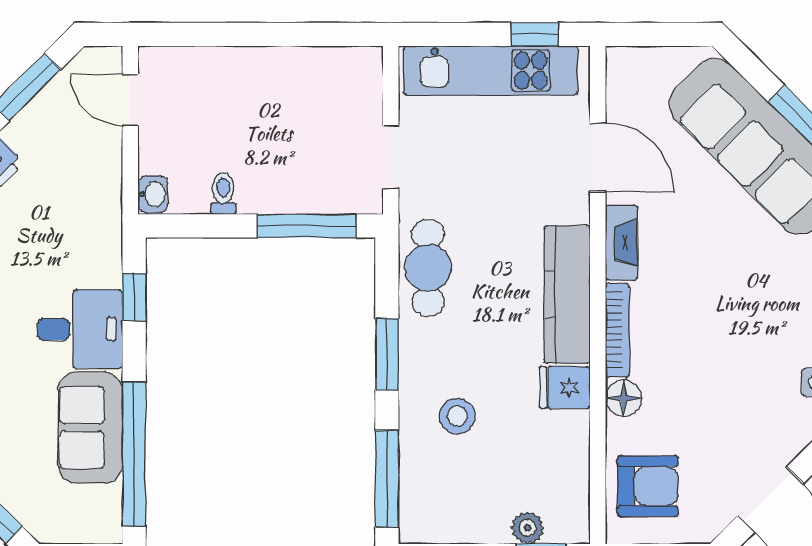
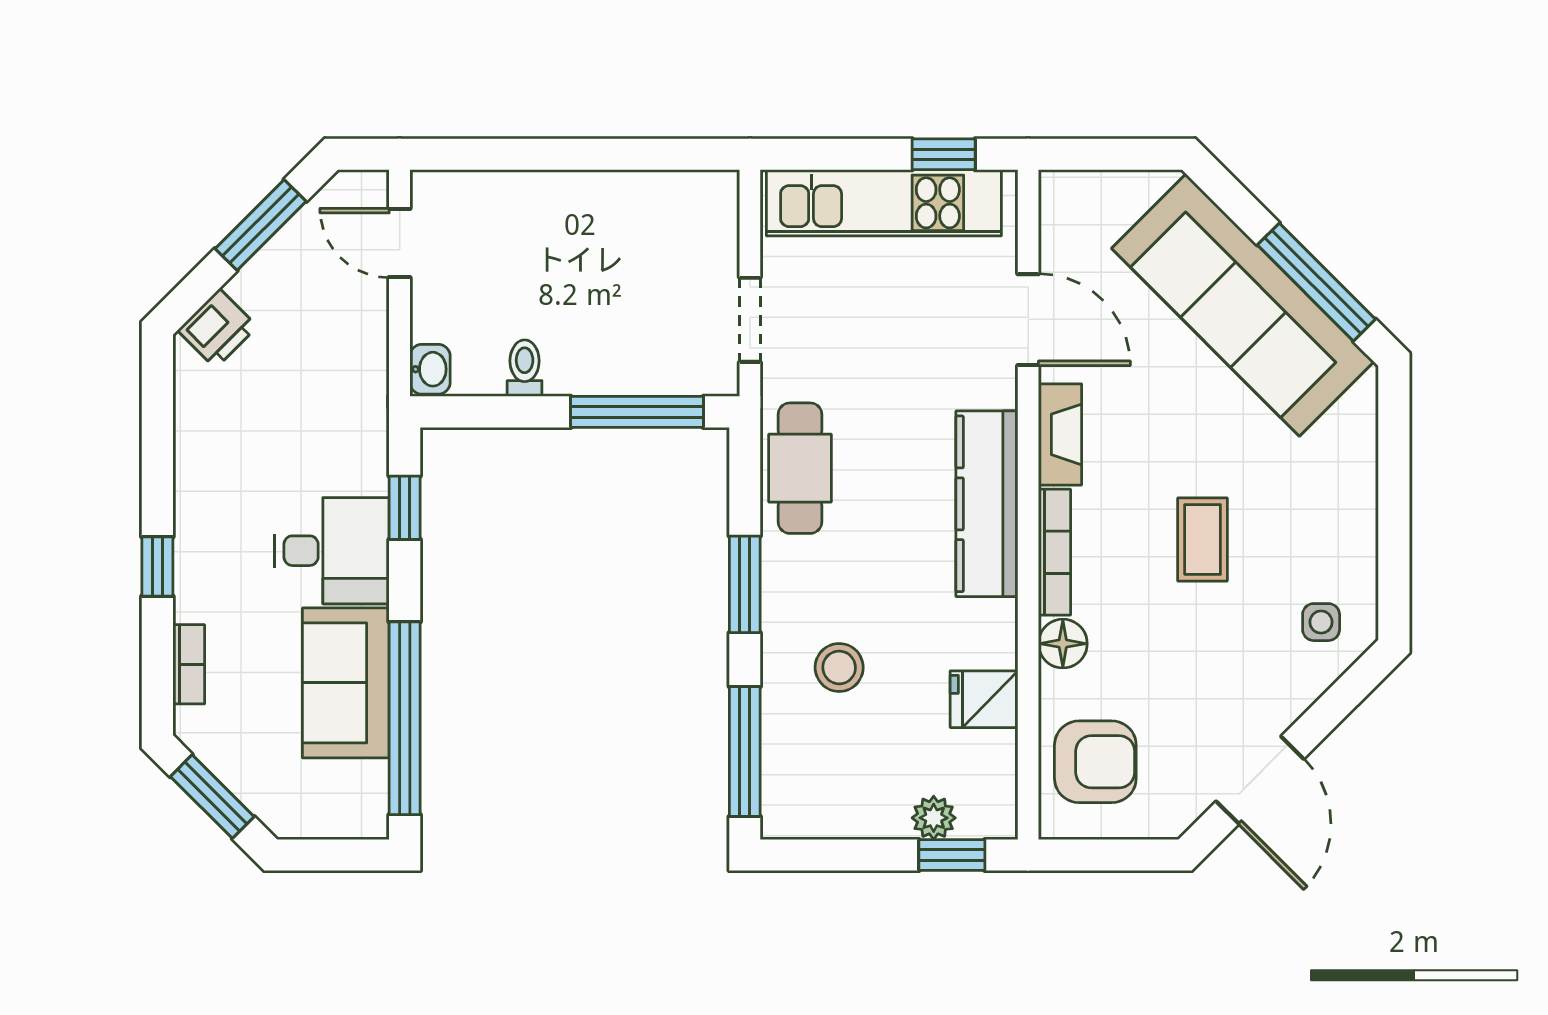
coffee table: (728, 321) -> (1203, 540), added
fridge: (565, 388) -> (984, 699), moved

